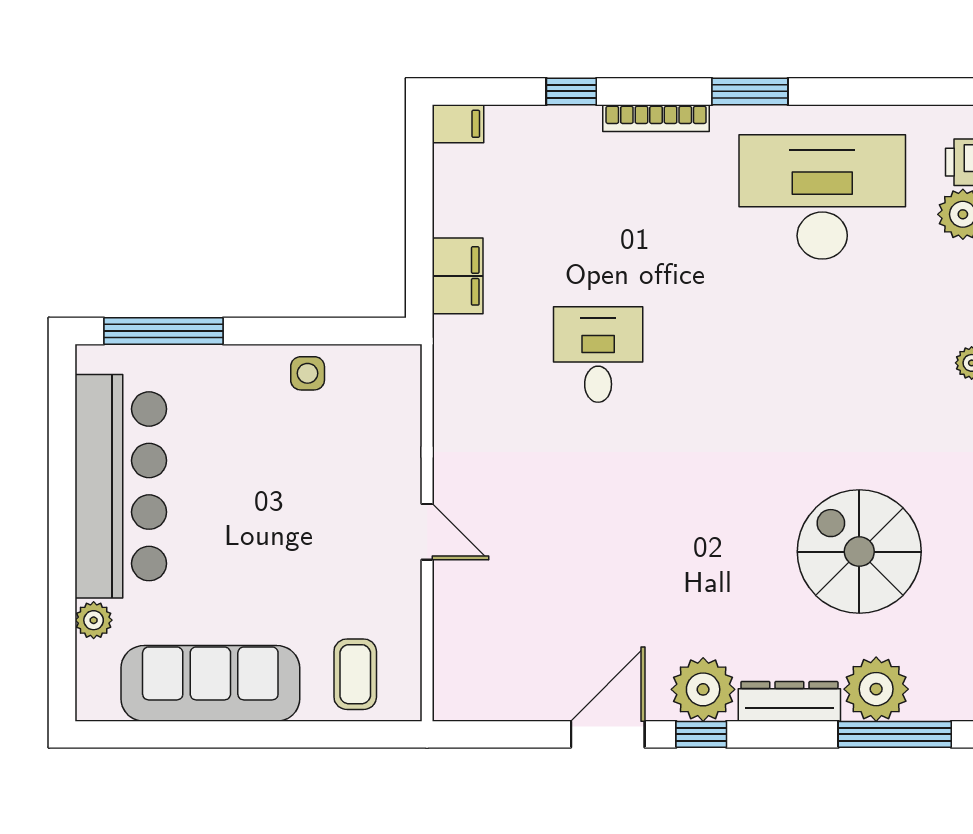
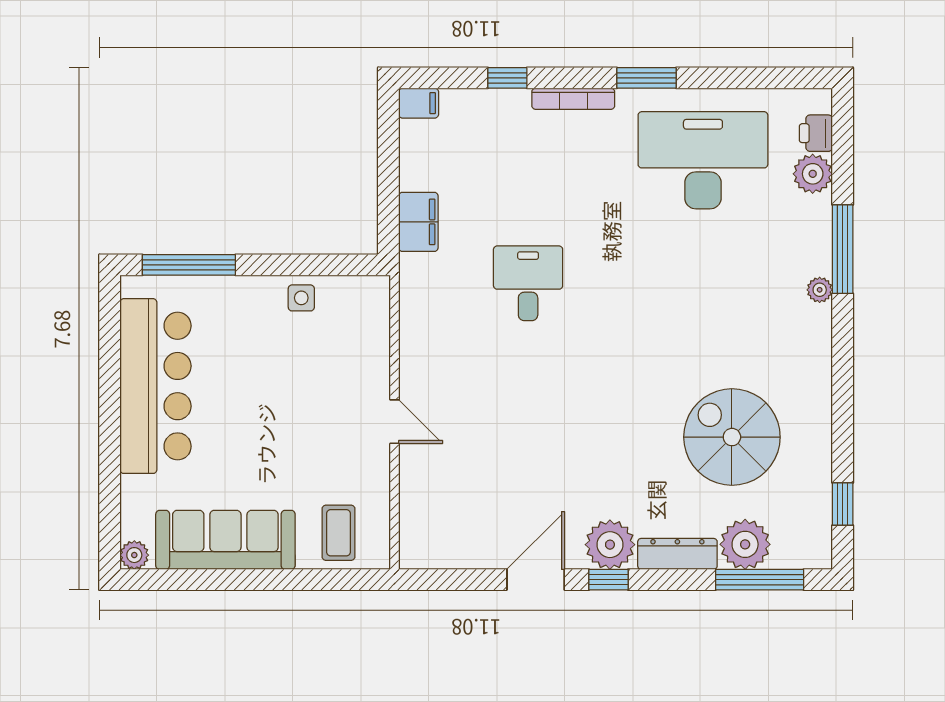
plant: (94, 620) -> (134, 555), moved

